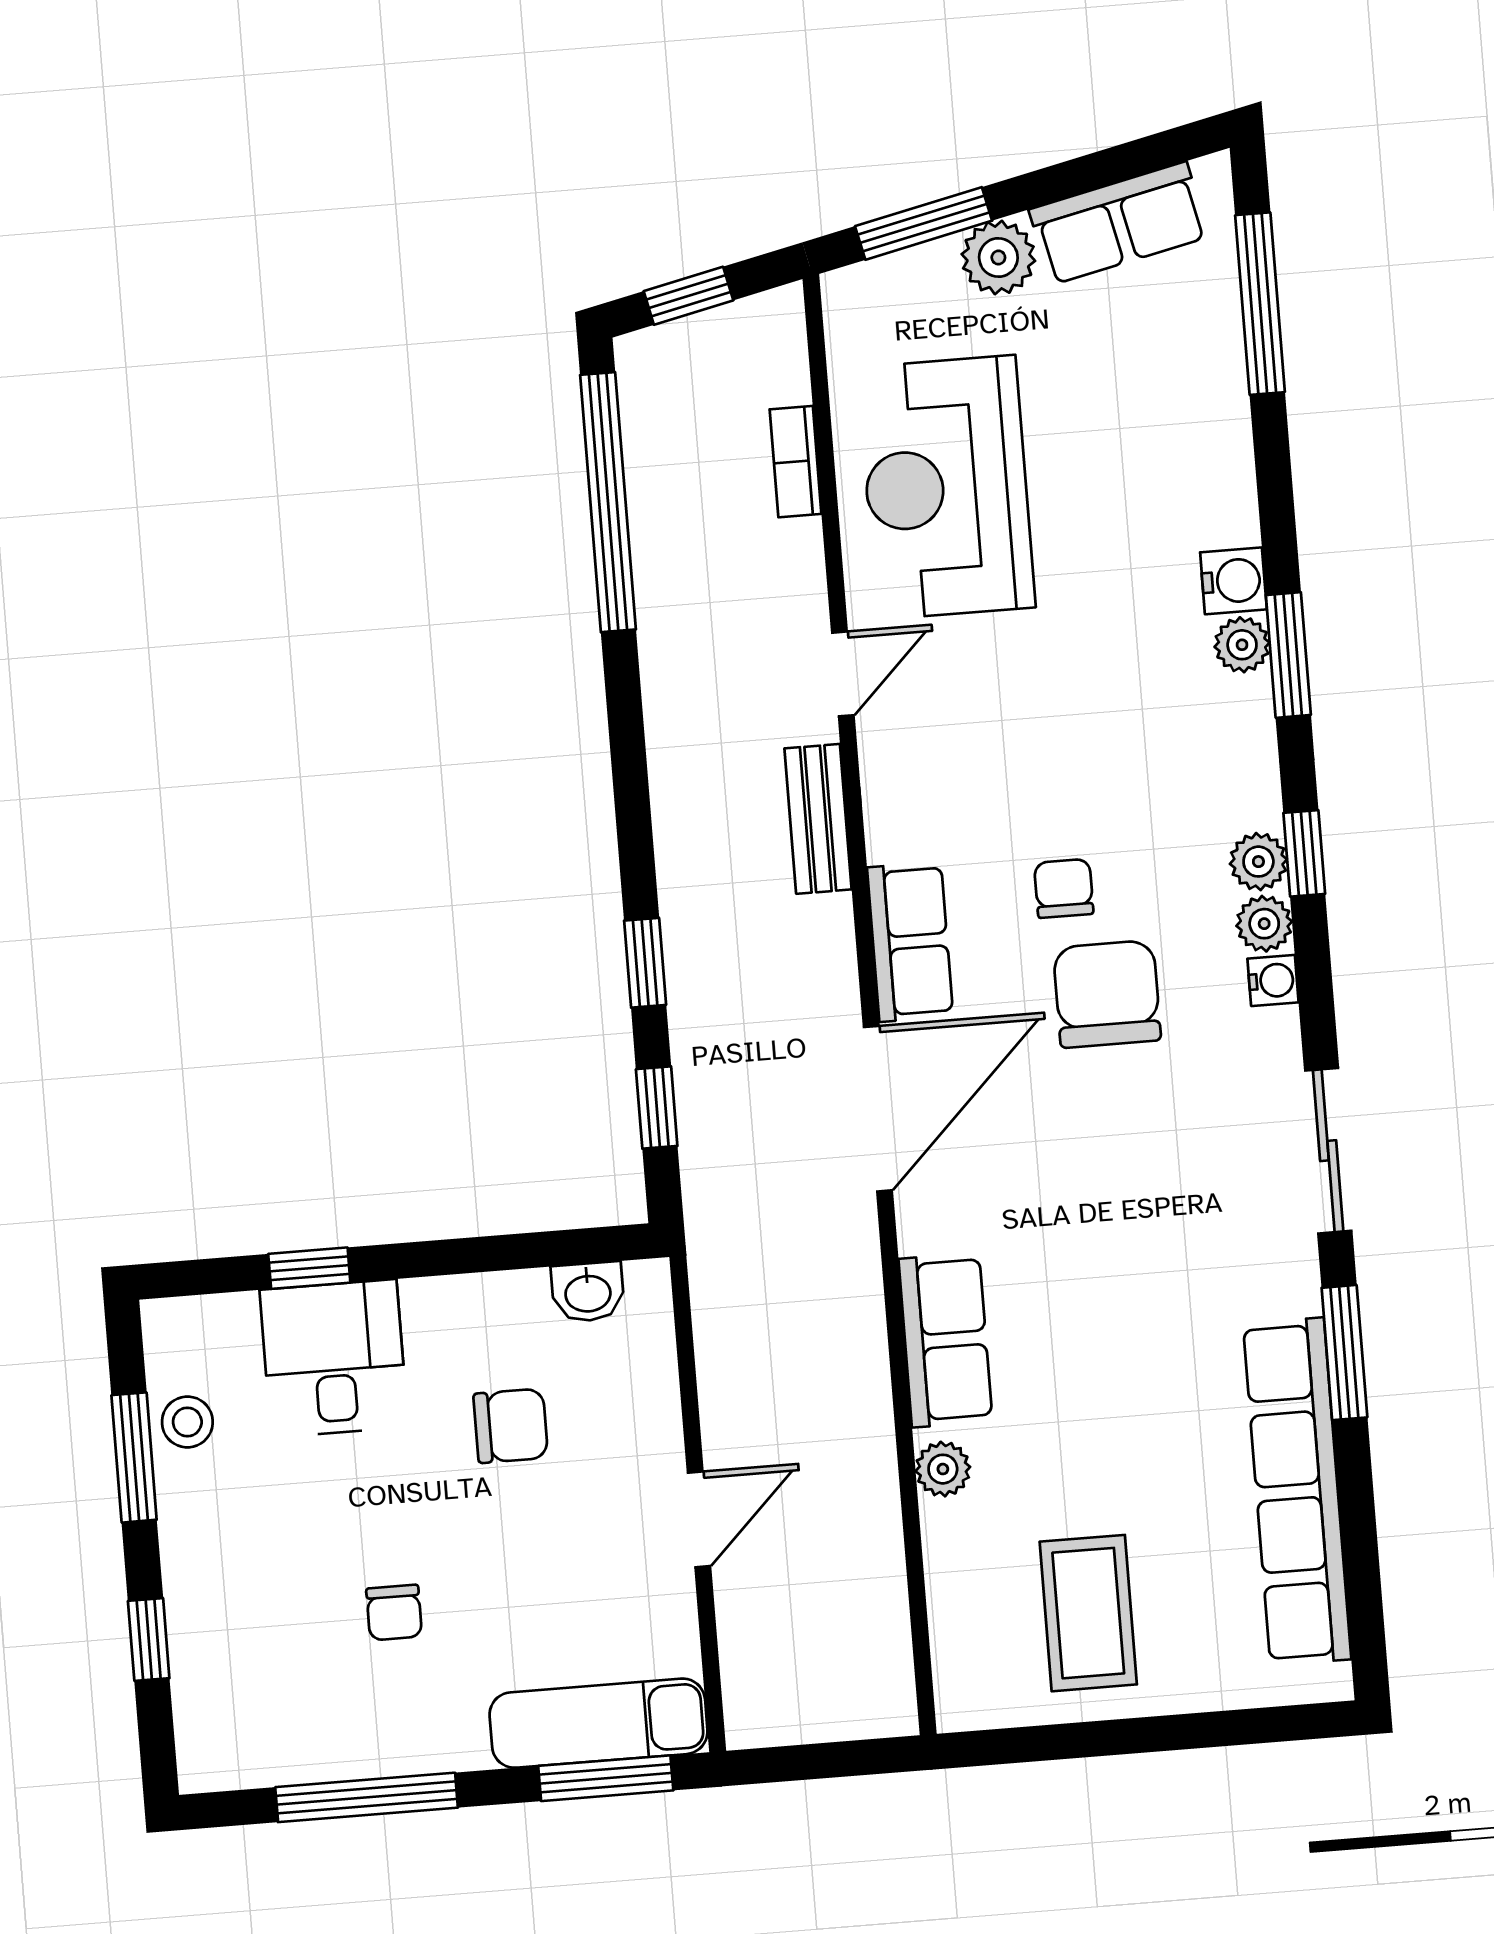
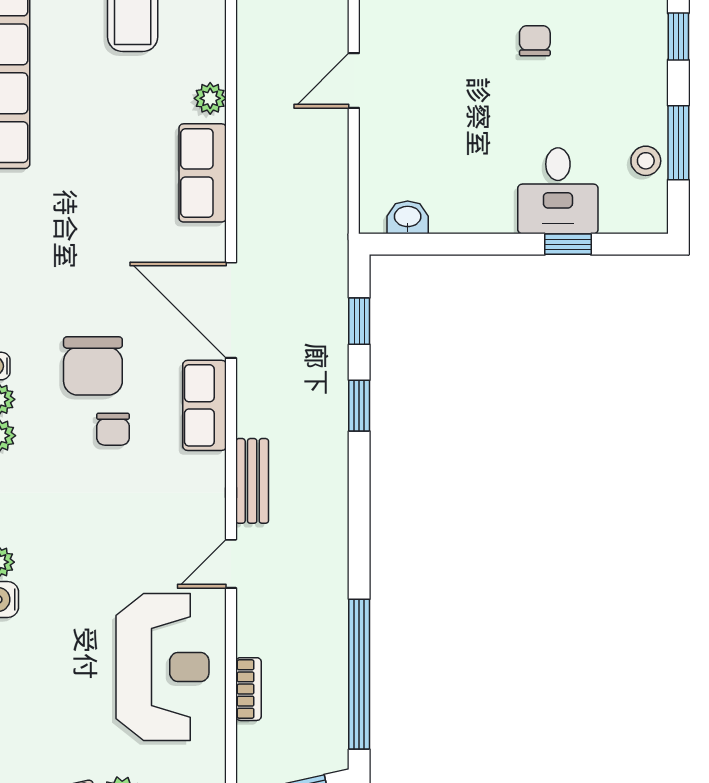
door: (878, 1109) -> (231, 310), hinge flipped
chair: (511, 1426) -> (459, 144), removed

